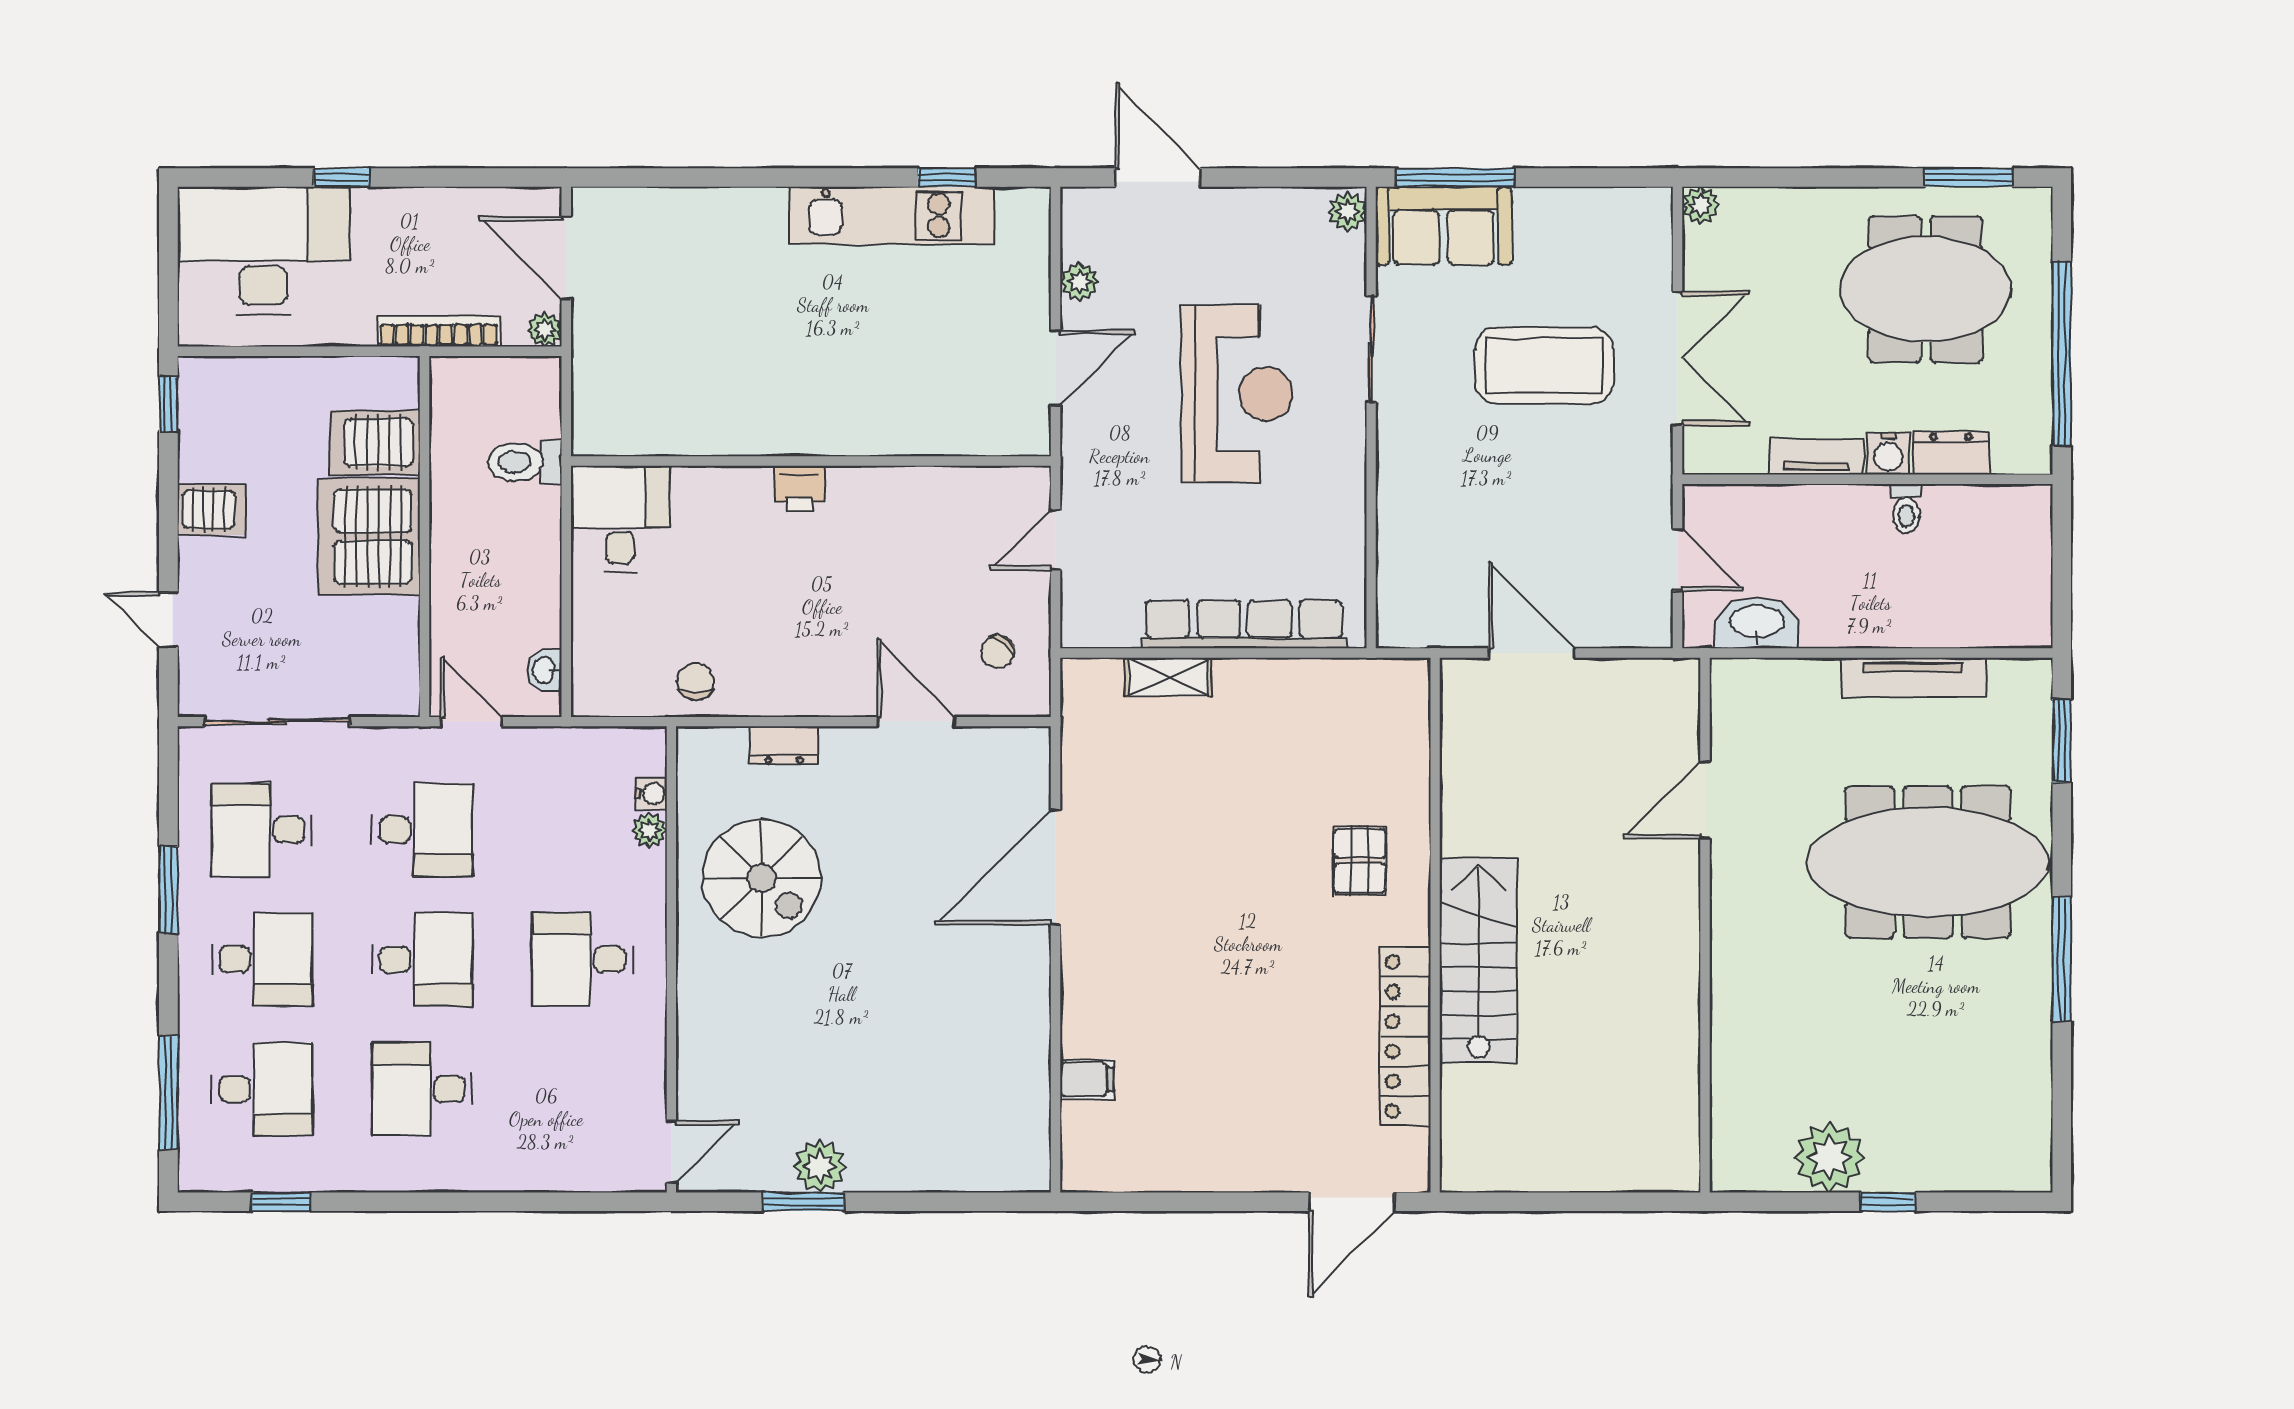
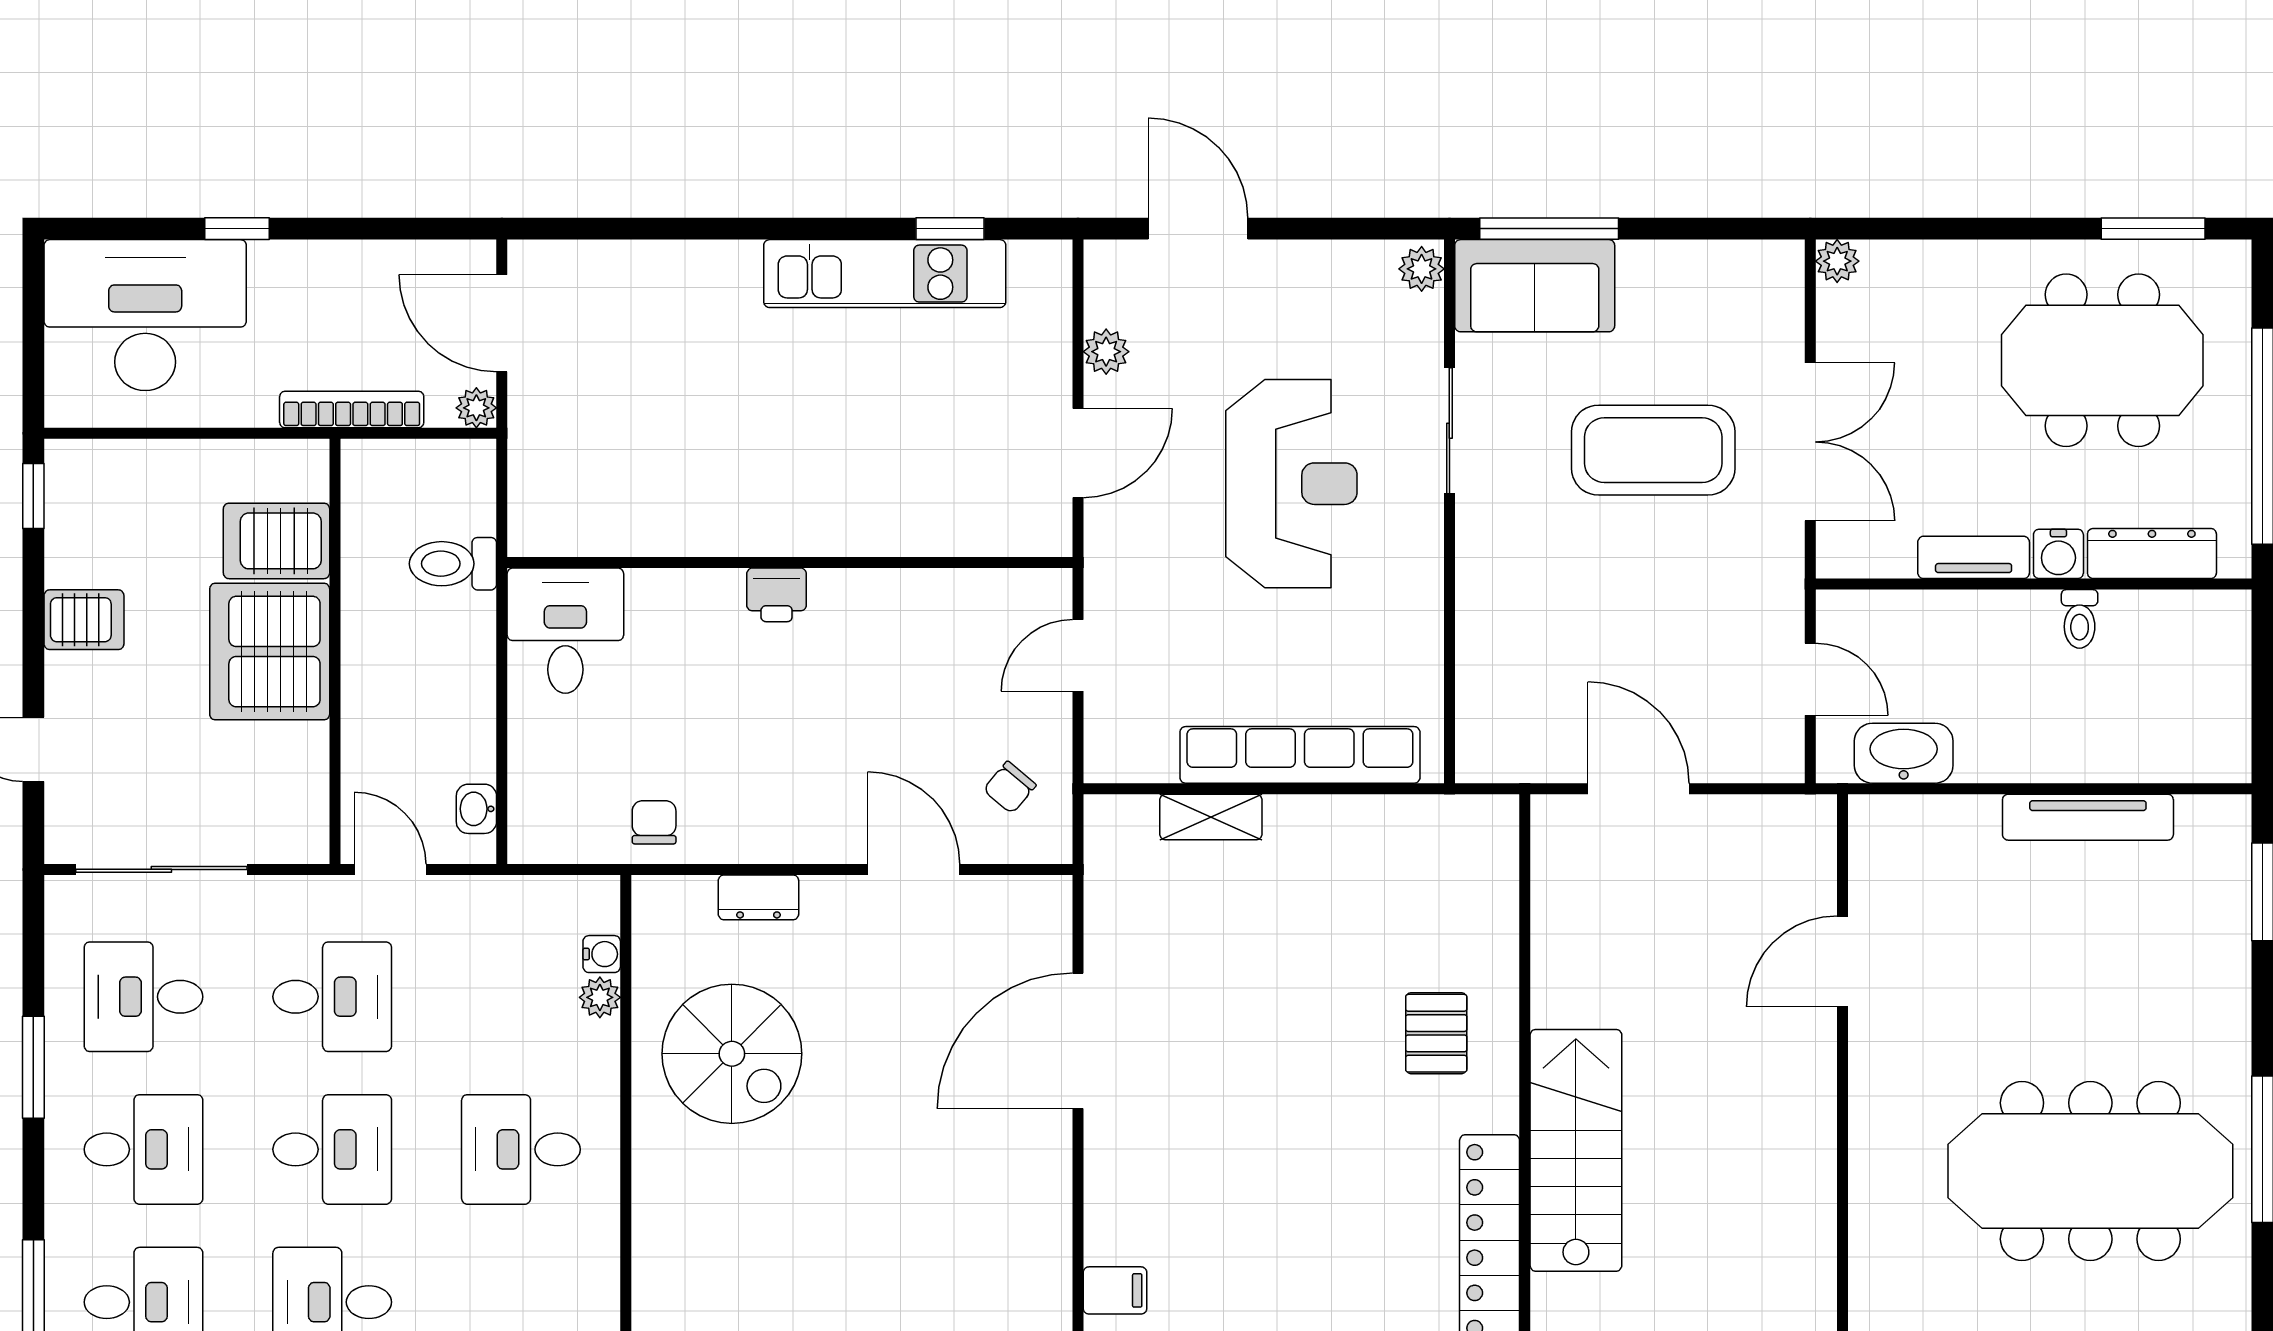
dresser: (1951, 453) -> (2152, 553), width x1.44
meeting table: (1928, 862) -> (2090, 1171), moved

